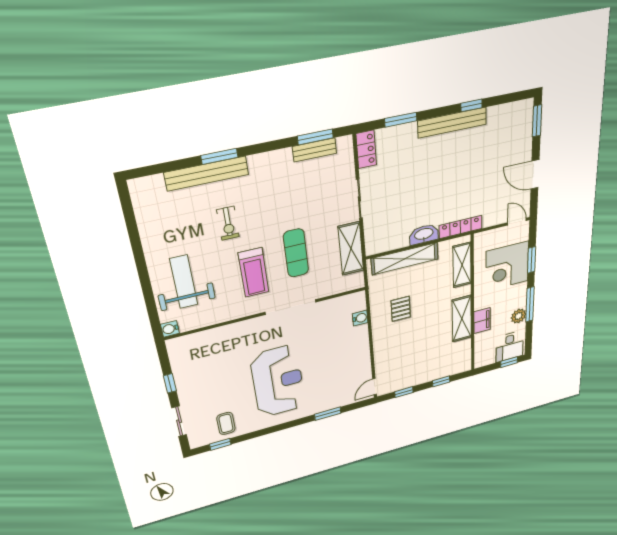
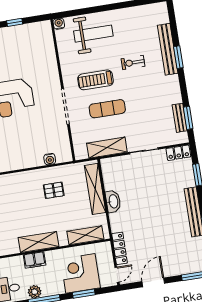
locker: (461, 227) -> (119, 248), moved

